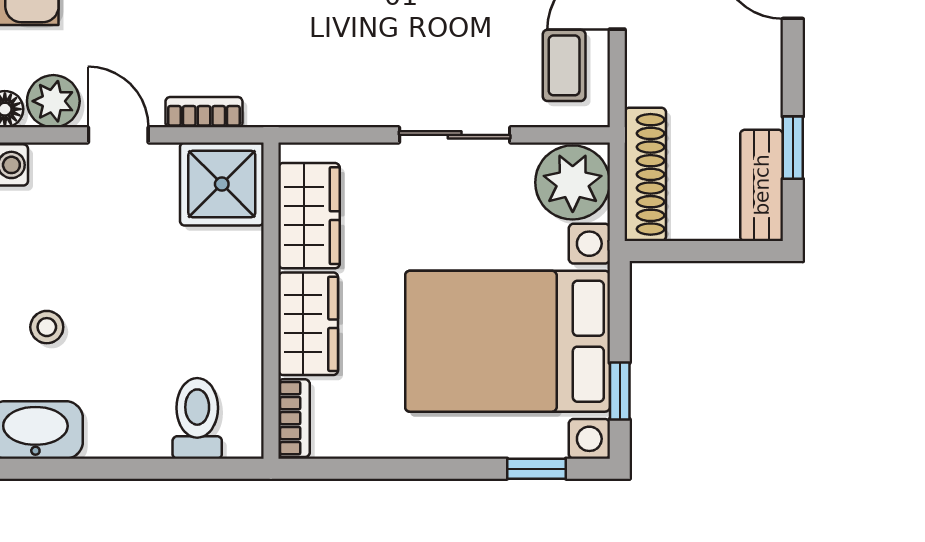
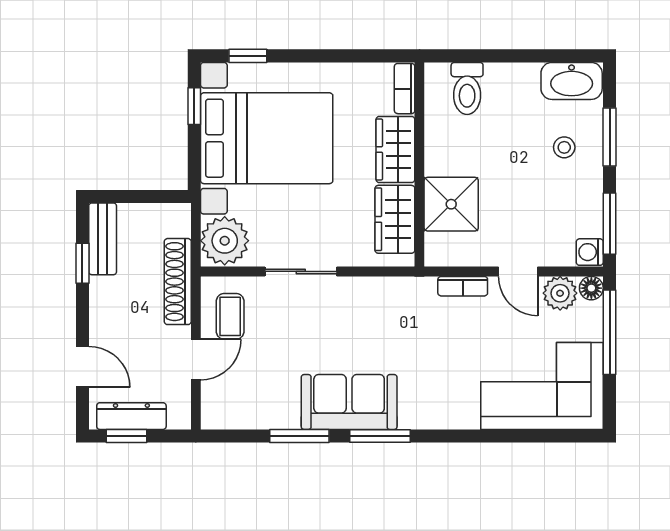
shoe rack: (645, 174) -> (178, 282), moved
shower: (222, 184) -> (451, 204), moved

